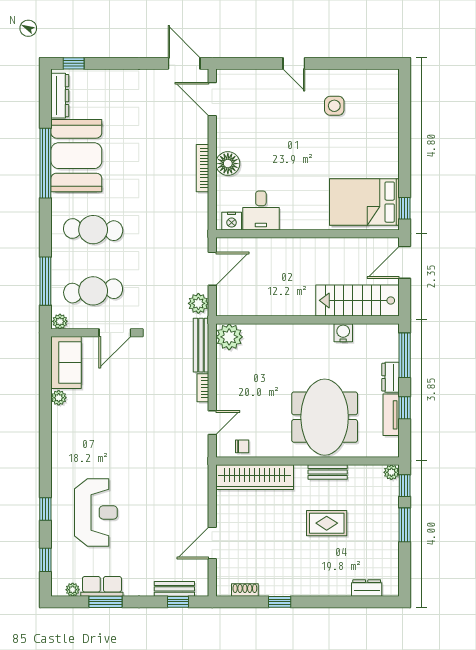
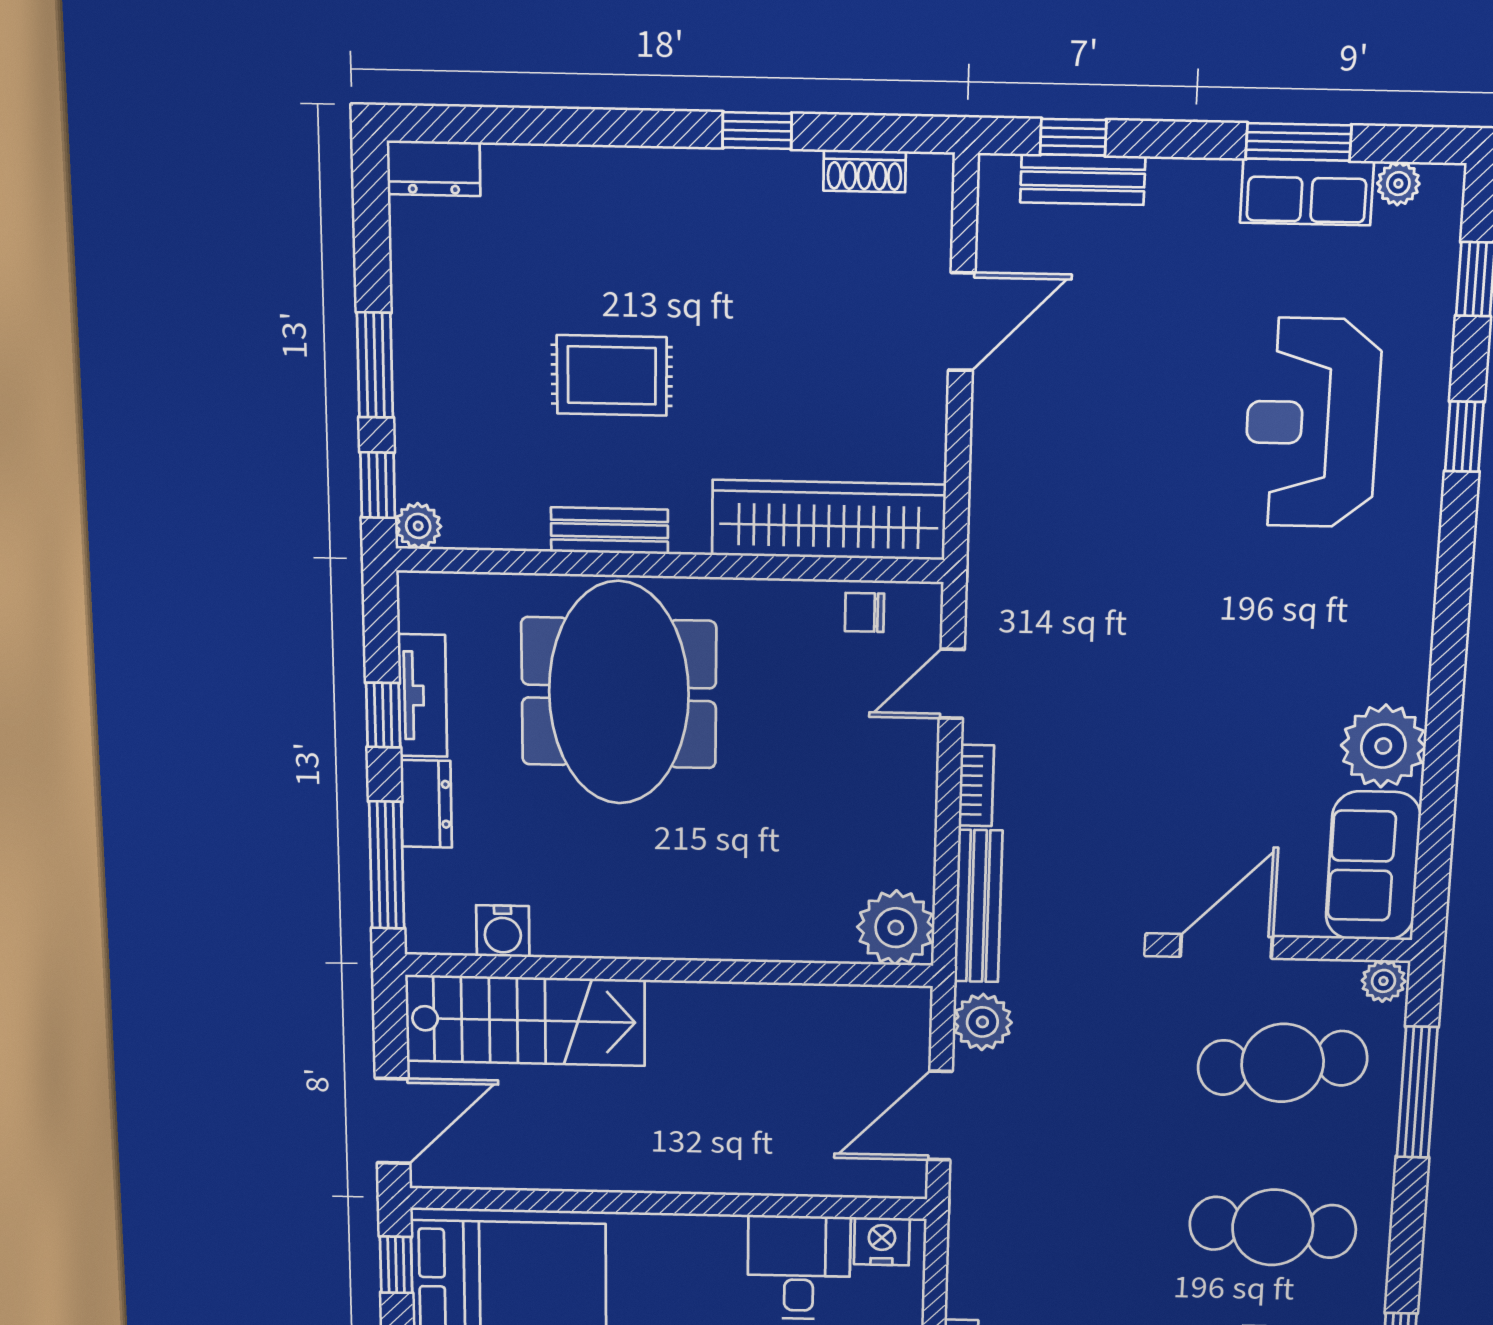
water cooler: (343, 333) -> (503, 931), moved
plant: (59, 398) -> (1383, 746), width x1.88, depth x1.88
dresser: (367, 588) -> (434, 168), moved

